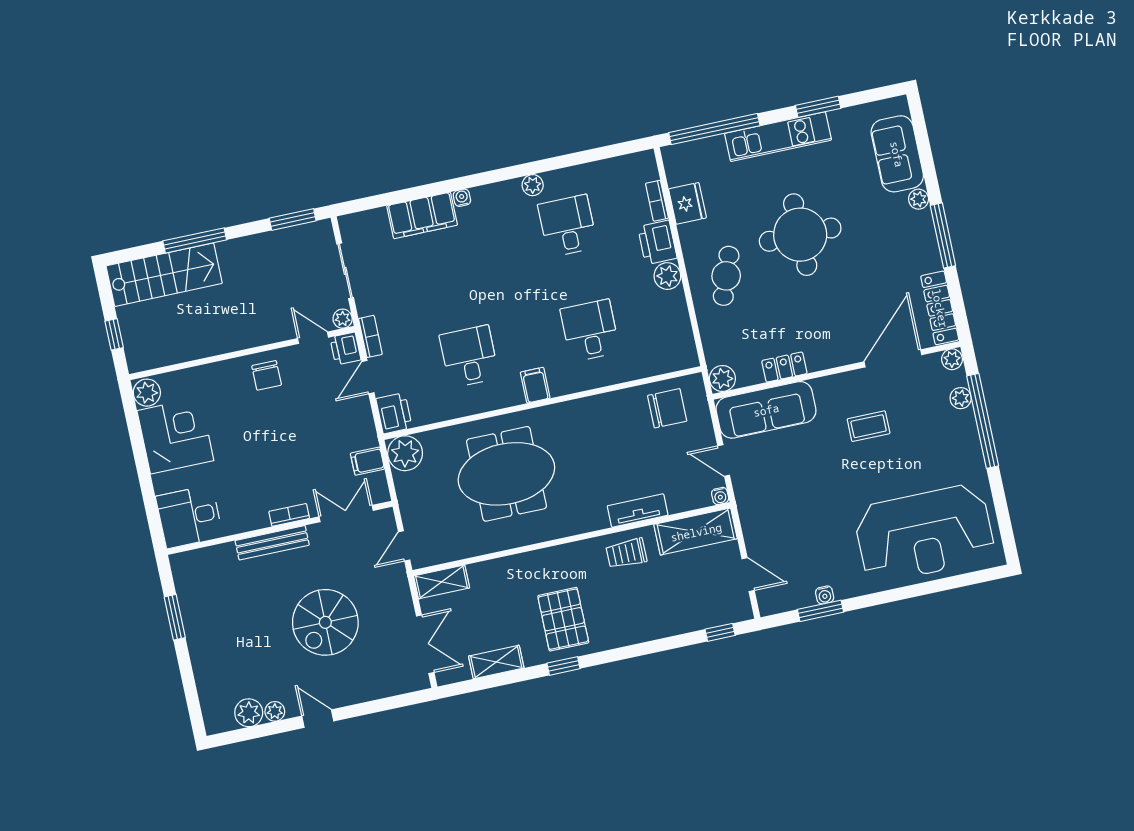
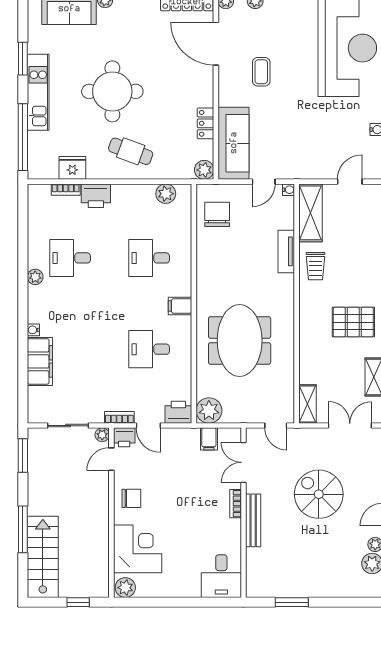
plant: (667, 276) -> (166, 194), moved
corner desk: (175, 436) -> (138, 549), moved, turned 90
spiral stairs: (325, 622) -> (319, 494), turned 180

